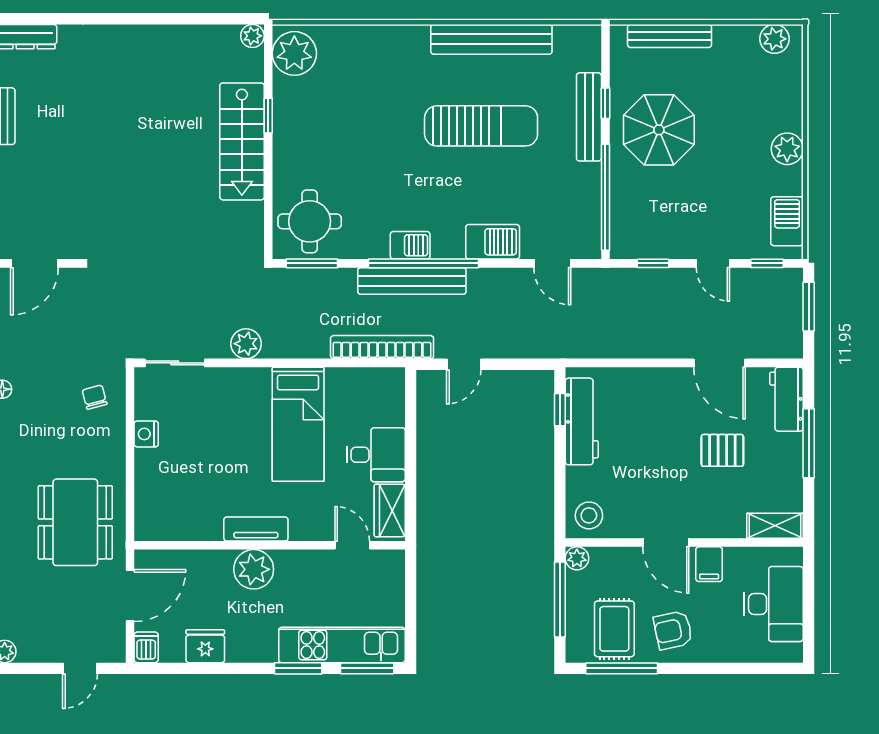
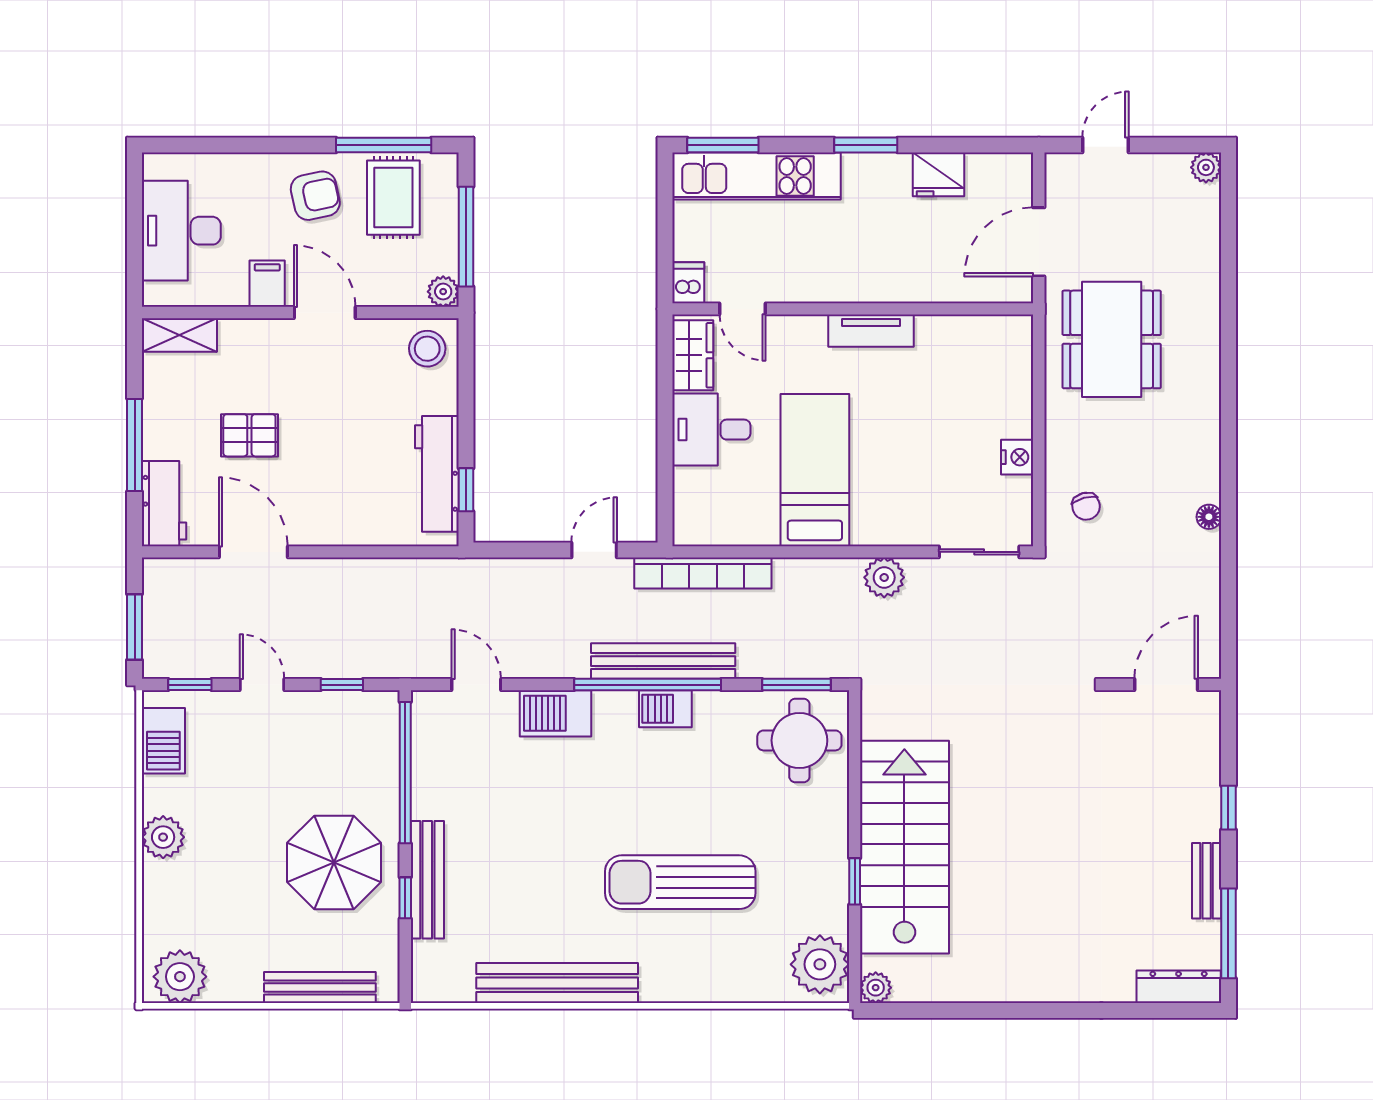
plant: (775, 39) -> (180, 977), width x1.36, depth x1.36
sun lounger: (481, 126) -> (680, 882), moved
stairs: (242, 141) -> (904, 847), width x1.36, depth x1.51
plant: (254, 569) -> (874, 277), removed
dishwasher: (146, 647) -> (688, 283), moved, turned 180
window: (298, 668) -> (866, 145), moved

